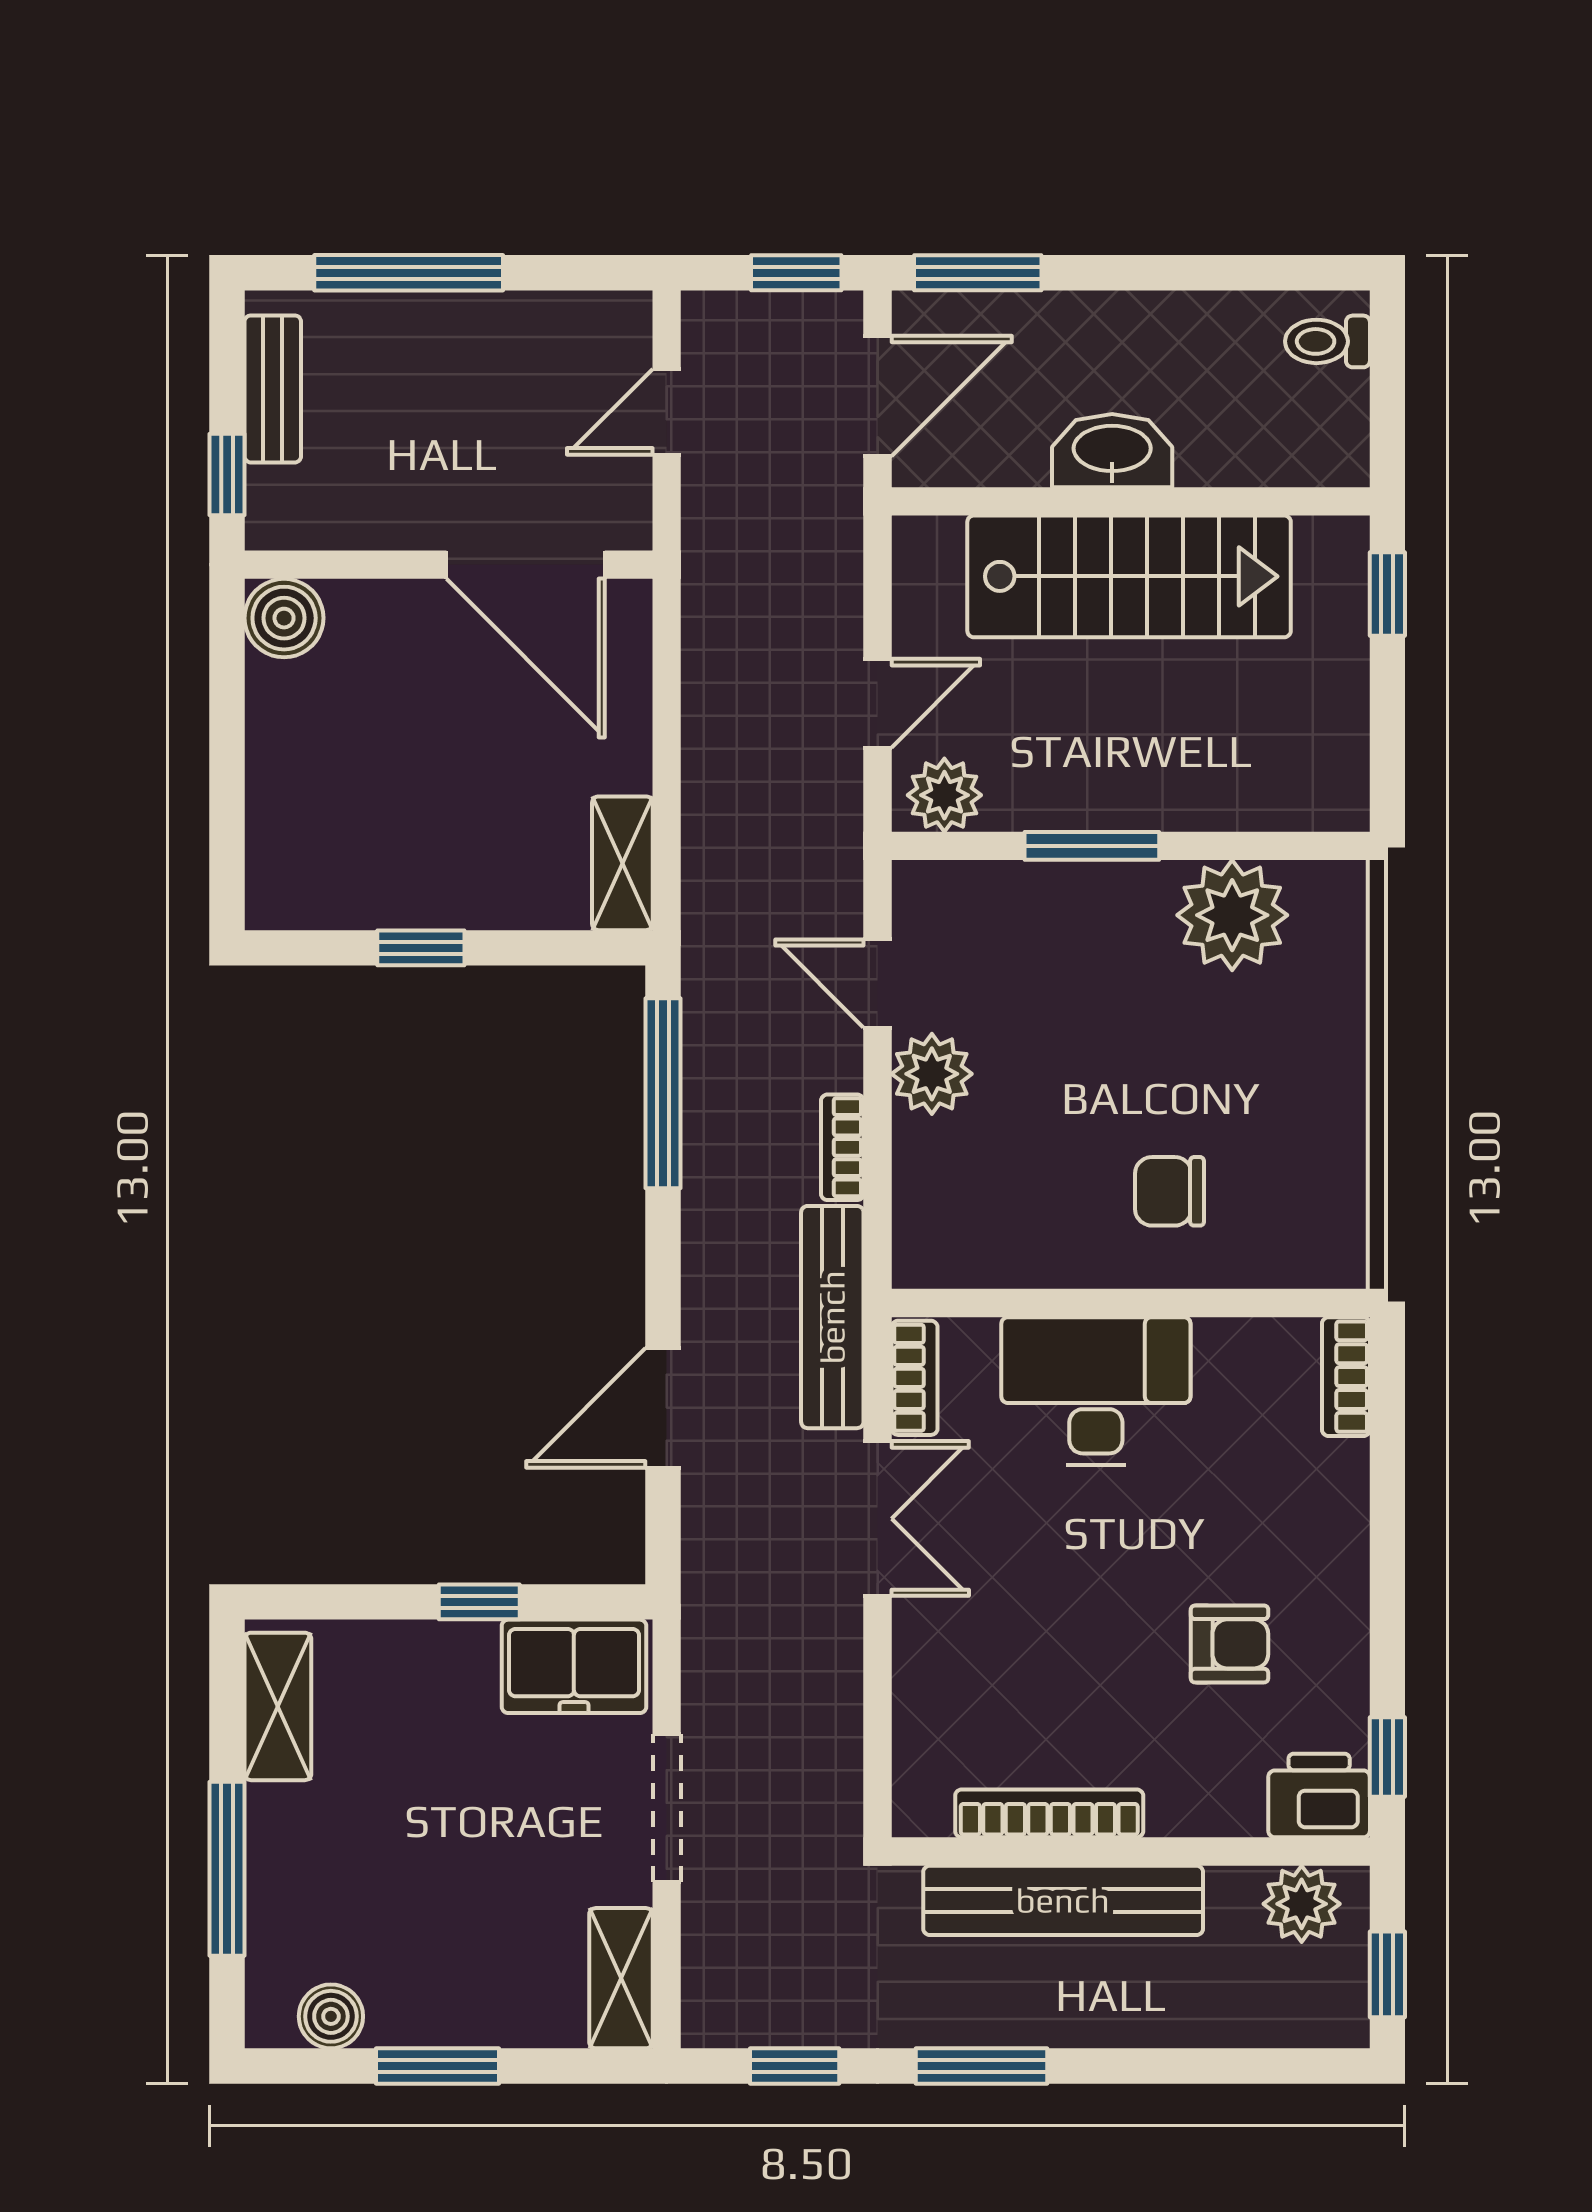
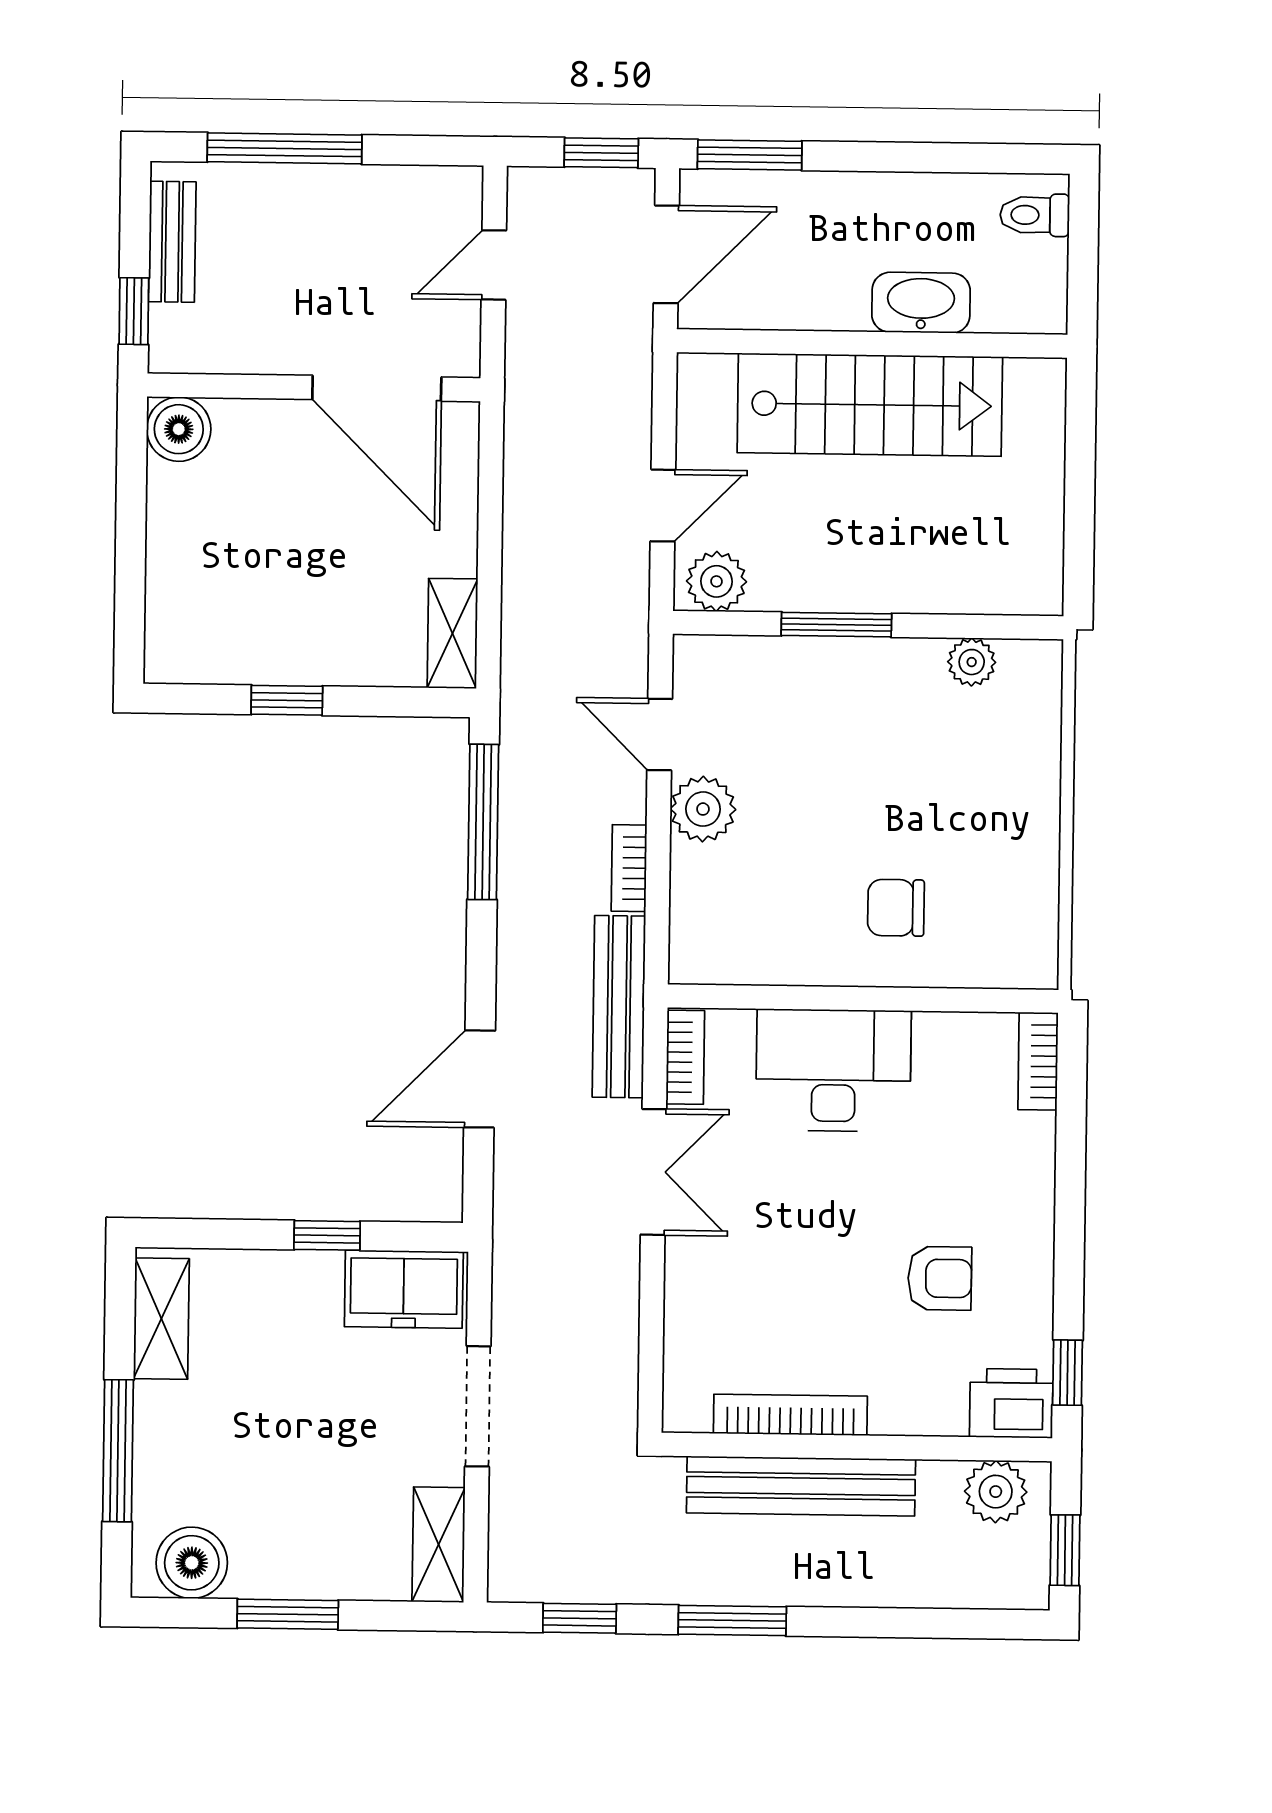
washbasin: (1112, 451) -> (921, 303), moved
window: (1387, 594) -> (1081, 422), removed
plant: (1232, 915) -> (972, 662), width x0.53, depth x0.53
boiler: (331, 2016) -> (192, 1563), width x1.36, depth x1.36

